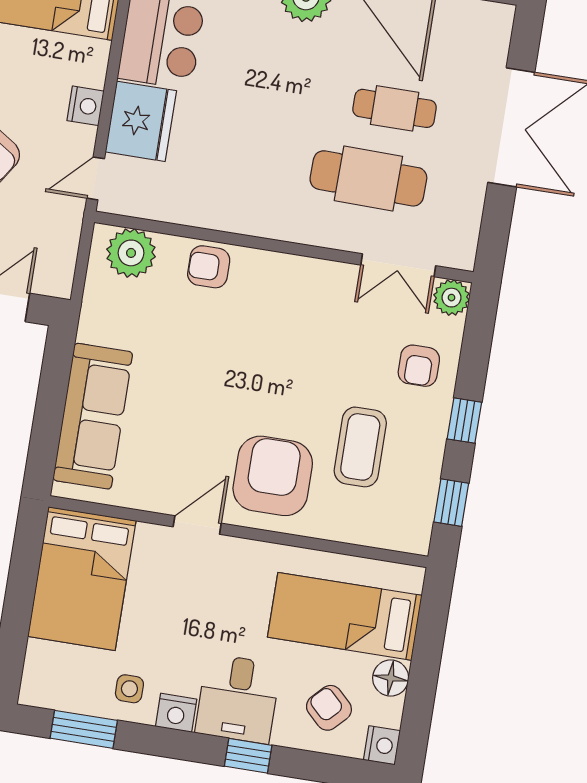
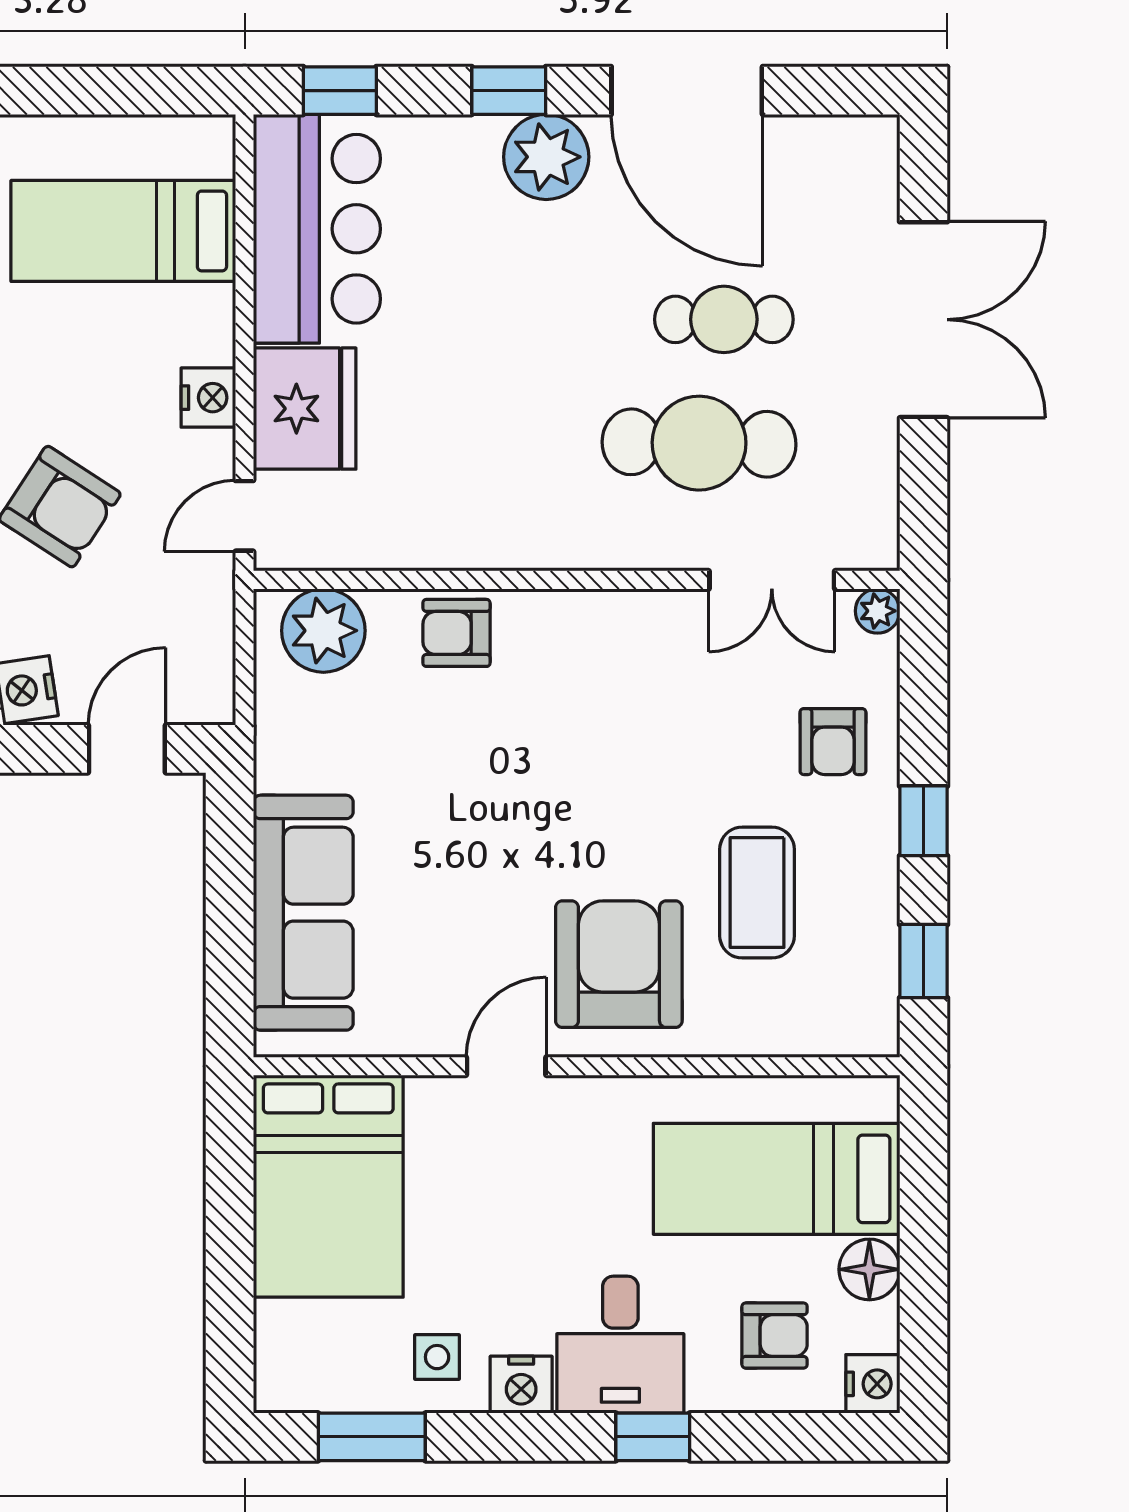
plant: (451, 298) -> (878, 611), width x0.73, depth x0.73
armchair: (329, 708) -> (775, 1336), turned 136

